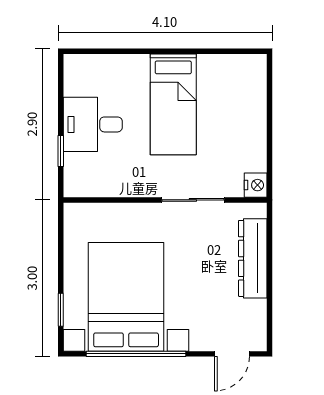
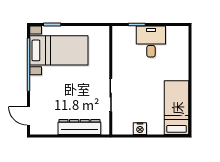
bed: (173, 104) -> (177, 108), moved, turned 90
nightstand: (256, 185) -> (140, 129), moved
bed with nightstands: (126, 297) -> (59, 50), width x0.73

